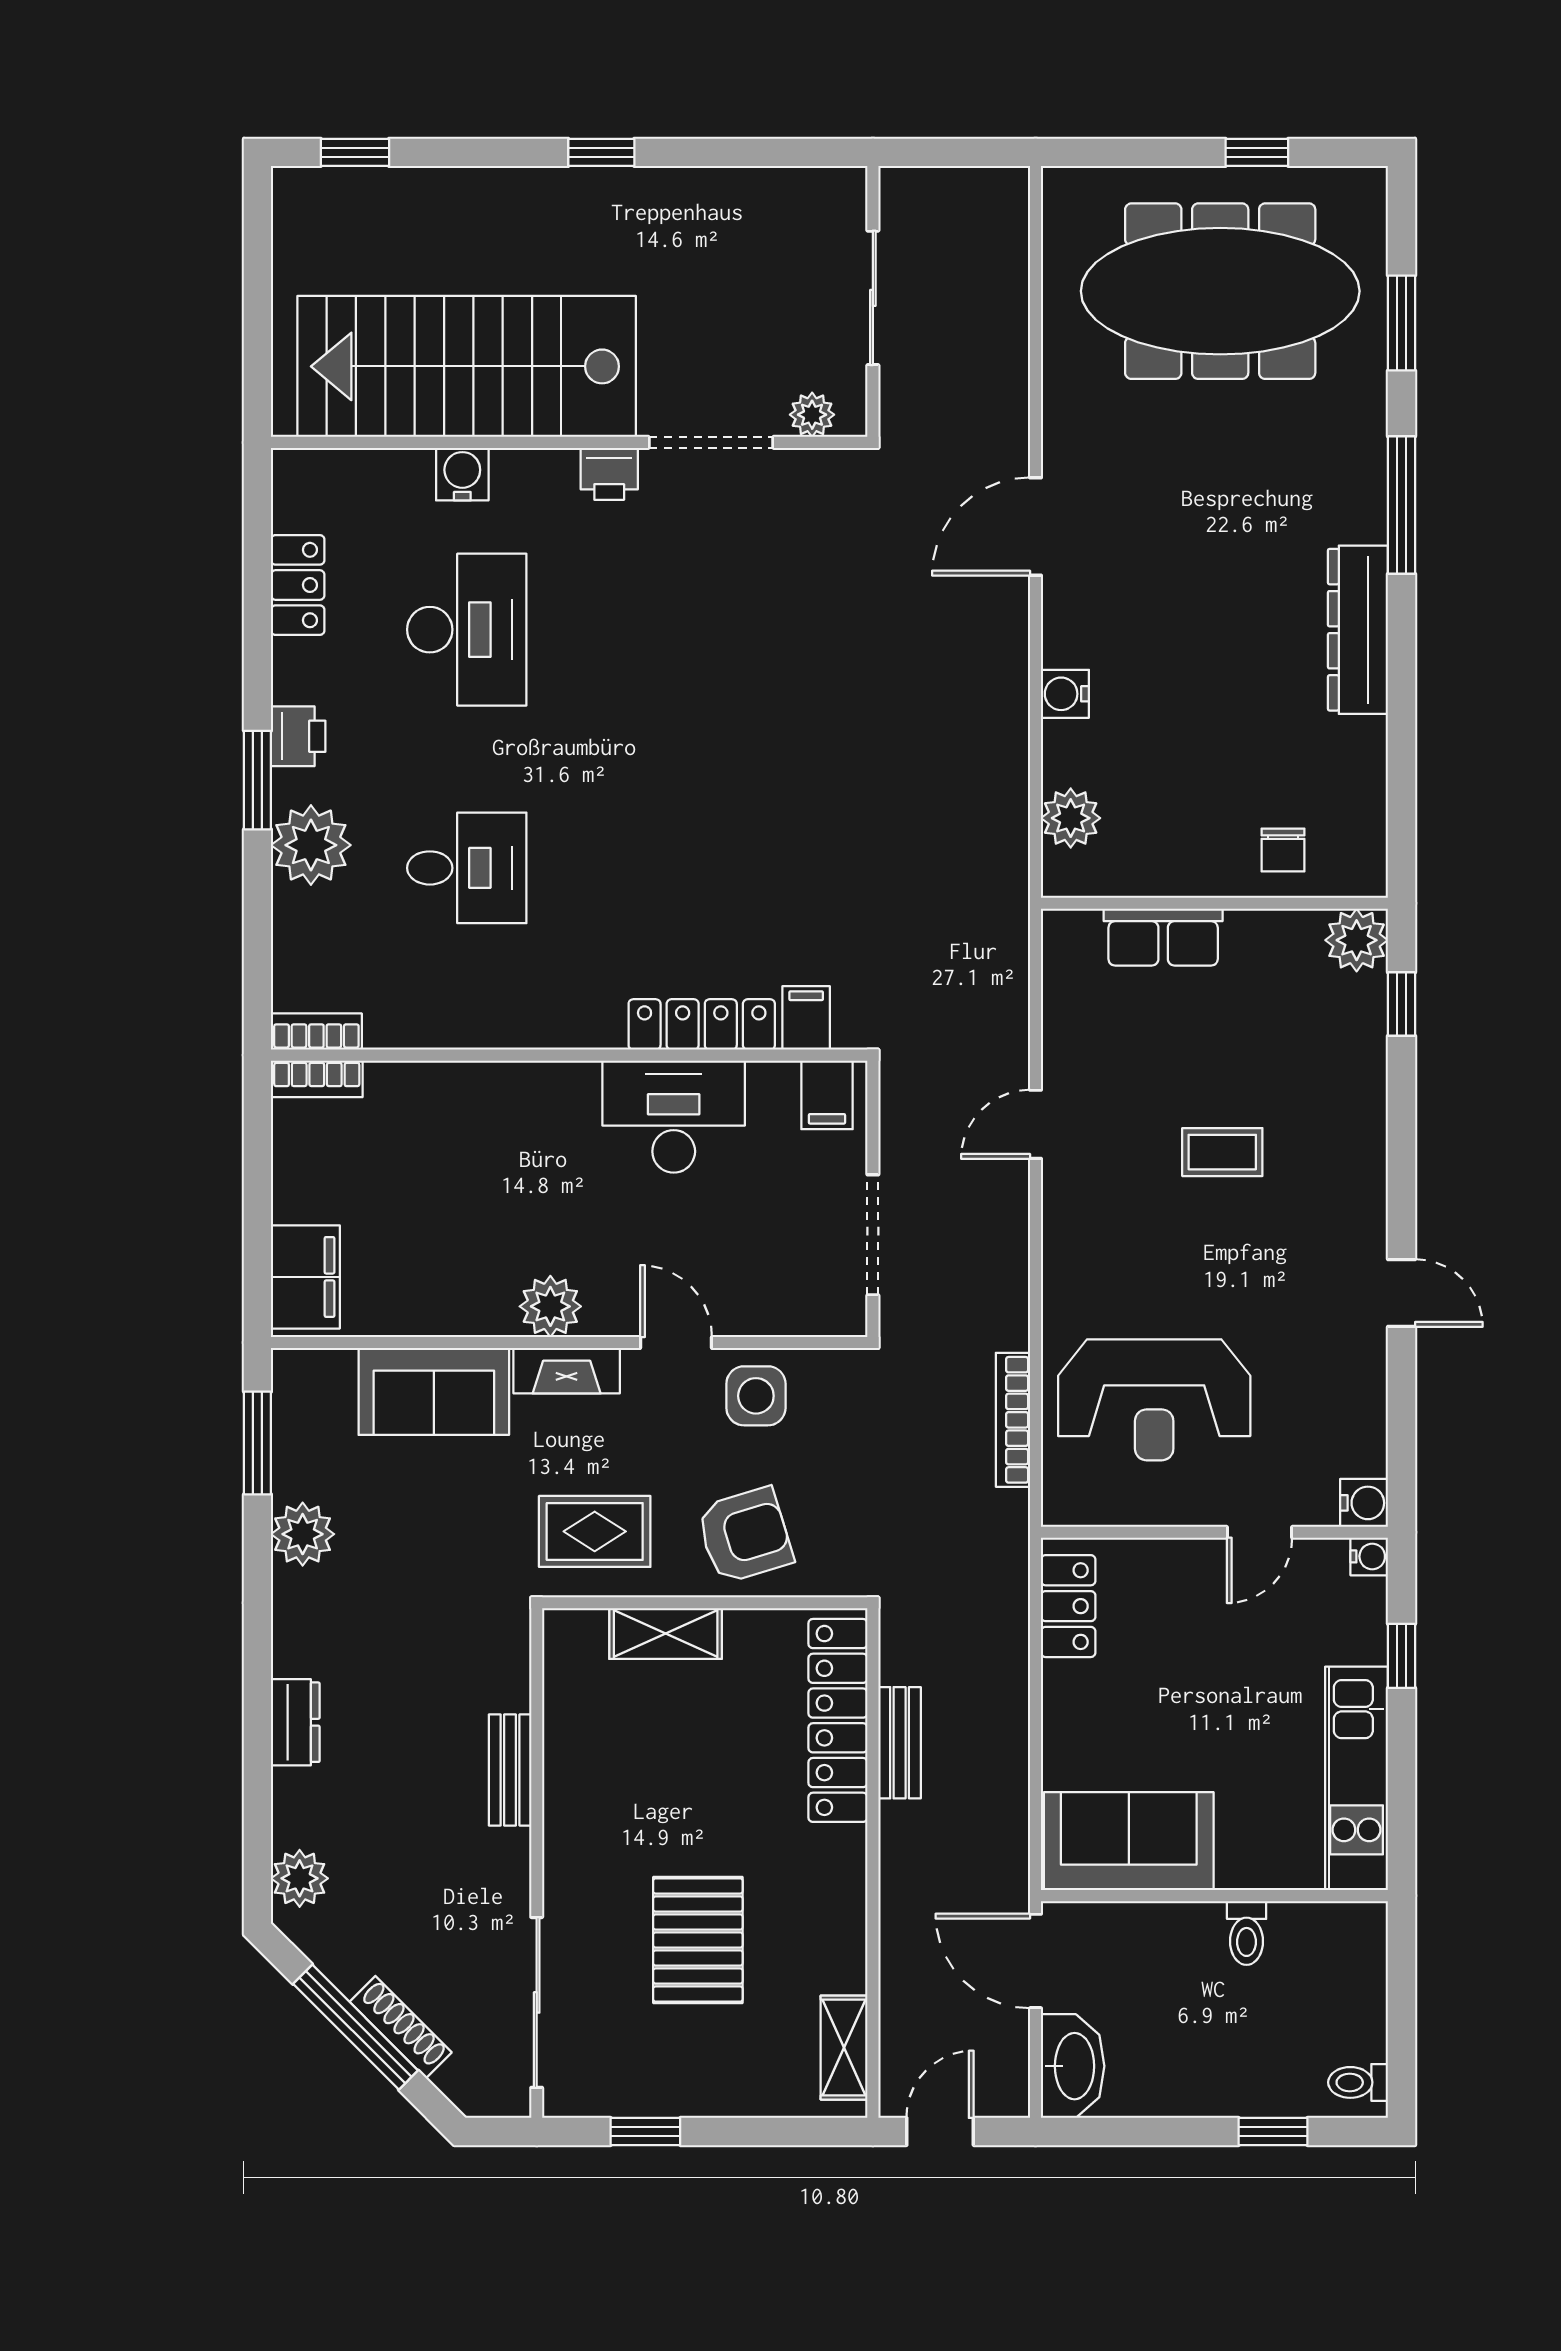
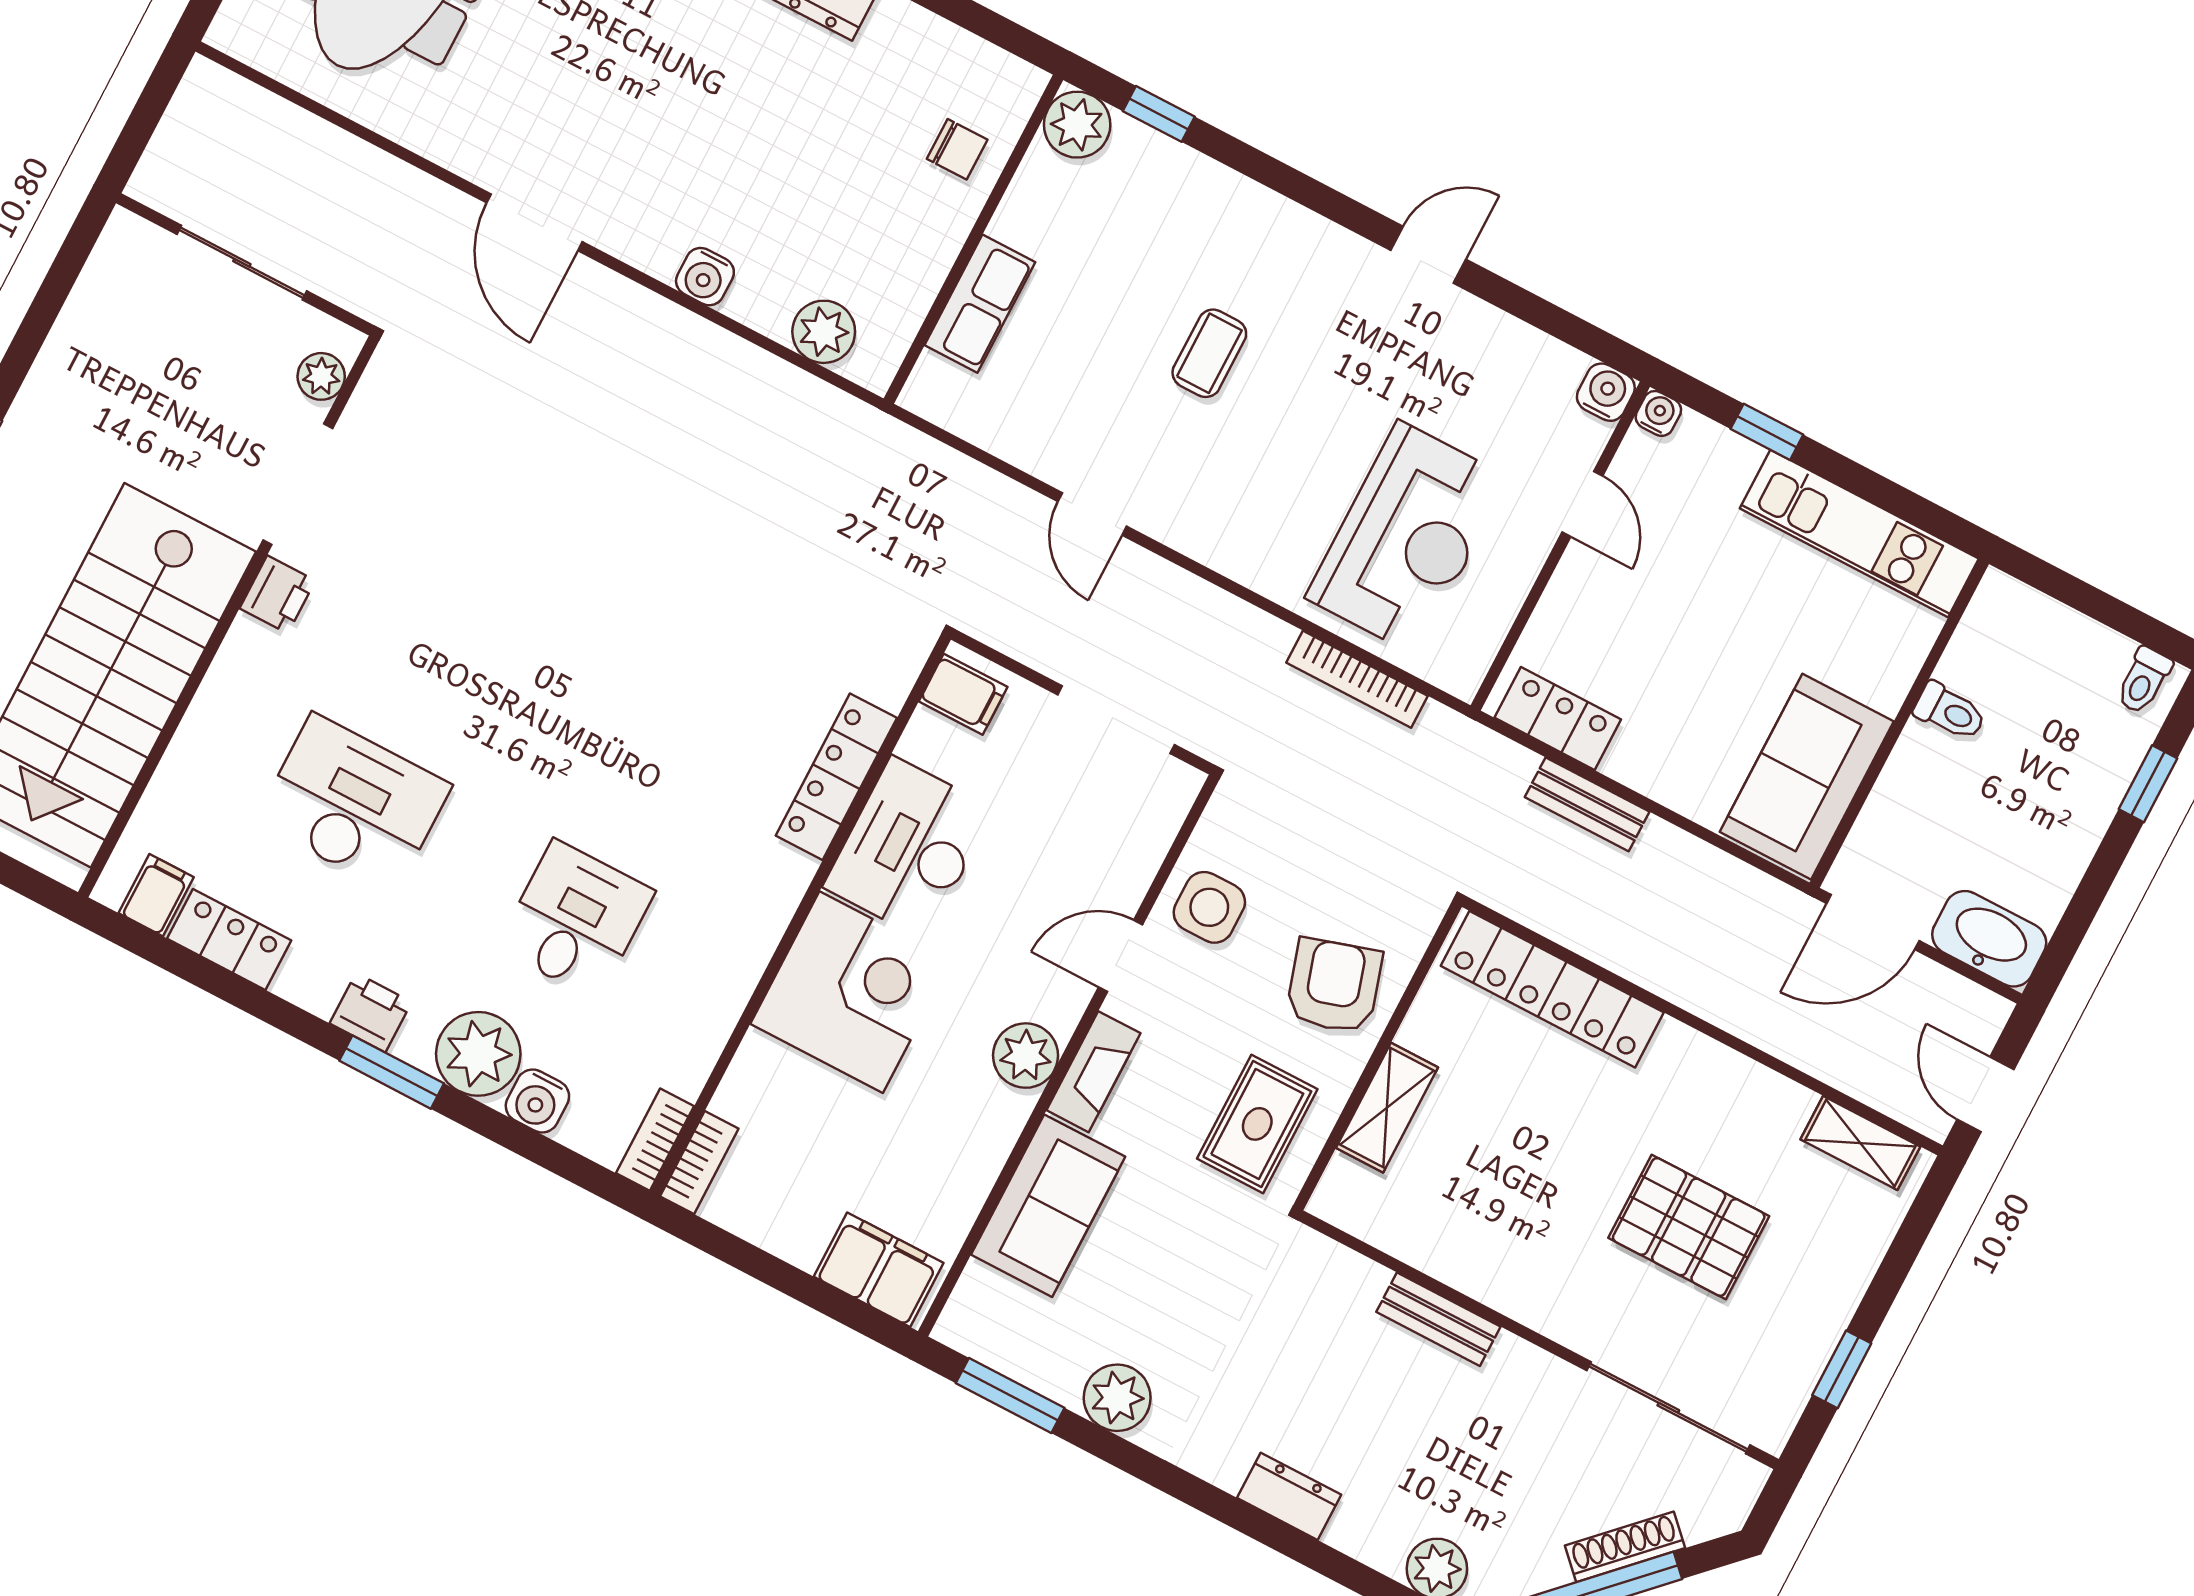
water cooler: (462, 474) -> (537, 1101), moved, turned -90
filing cabinet: (806, 1018) -> (156, 895), moved, turned 90
corner desk: (527, 1132) -> (851, 992), added
bench: (900, 1743) -> (1587, 804), moved

